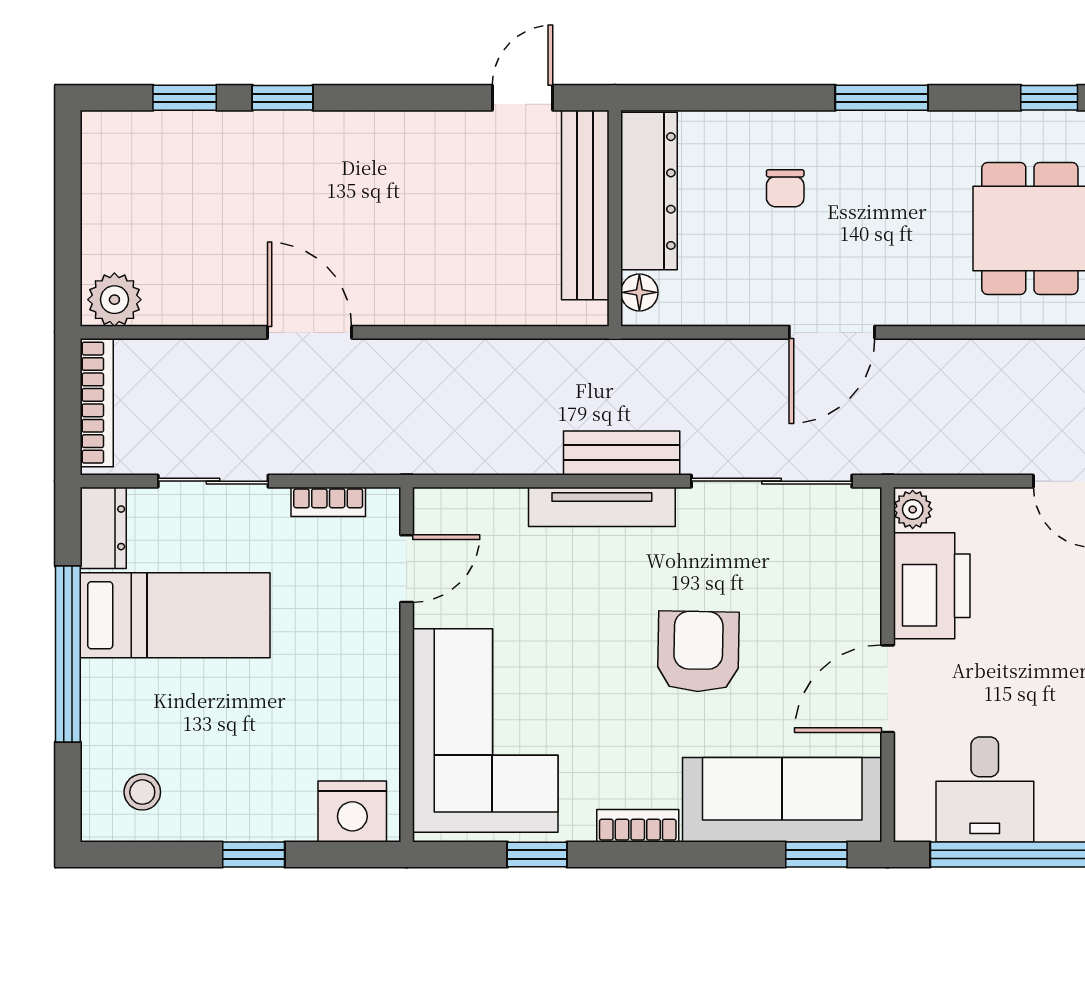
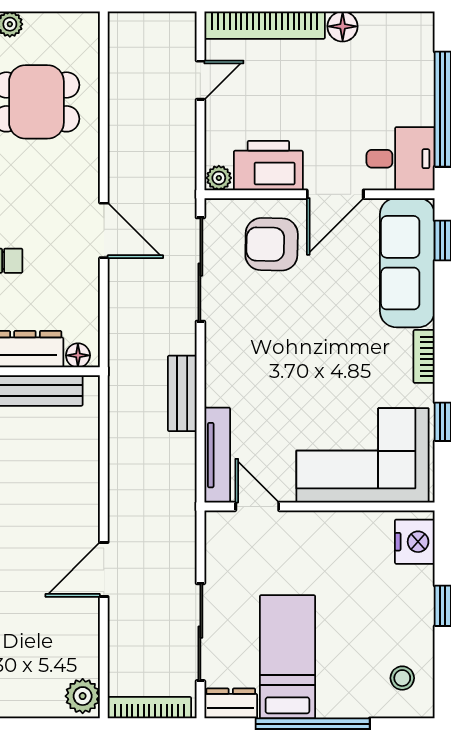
bench: (622, 453) -> (182, 393), moved
sliding door: (213, 481) -> (200, 632), width x1.37
bookcase: (328, 502) -> (214, 557), removed
tv unit: (602, 507) -> (217, 455), moved
armchair: (698, 652) -> (272, 244), moved
door: (888, 689) -> (335, 194), hinge flipped
desk: (985, 789) -> (401, 159), moved

